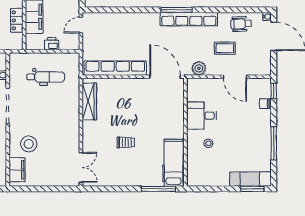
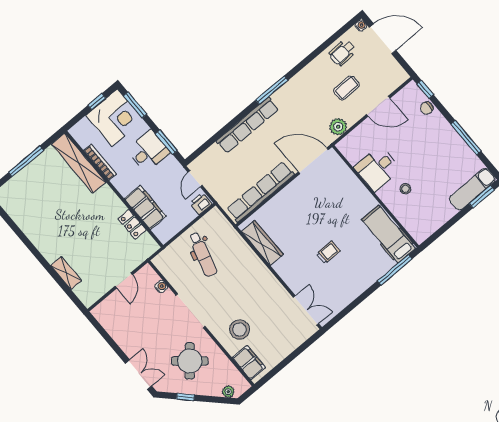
row of seats: (189, 19) -> (248, 125), moved
printer: (52, 44) -> (201, 204), moved
dental chair: (46, 77) -> (203, 254), turned 106

